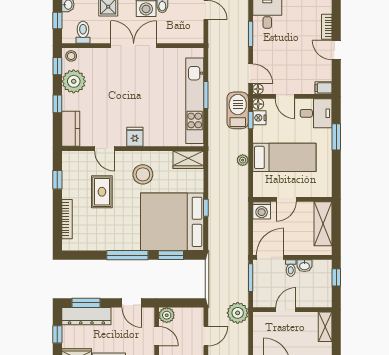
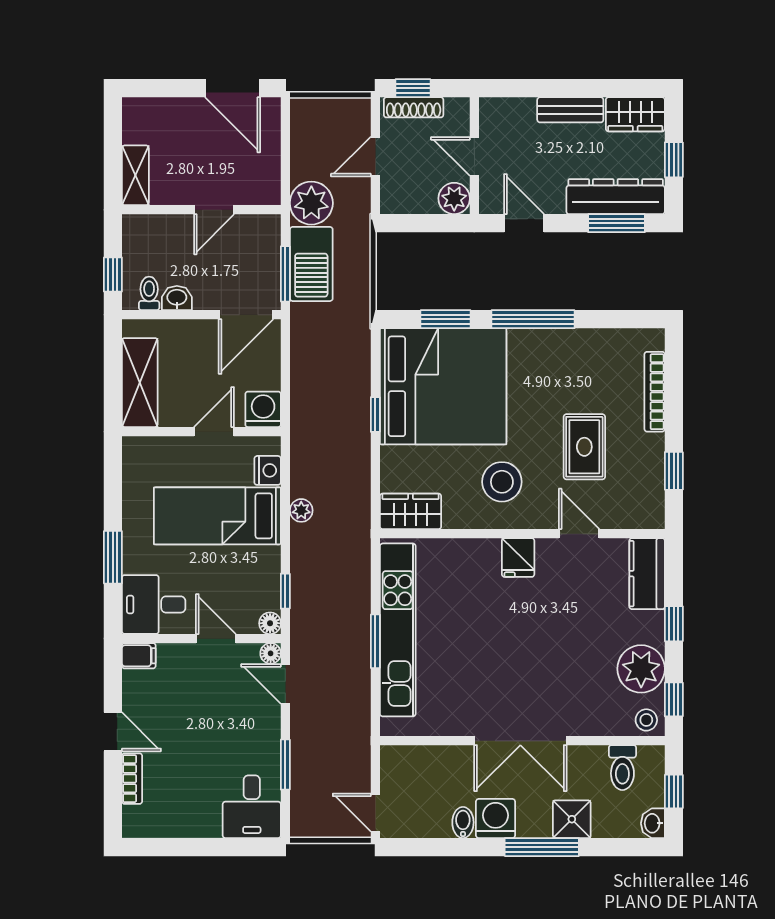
barbecue: (238, 110) -> (311, 264), moved
nightstand: (259, 118) -> (268, 470), moved
toilet: (291, 268) -> (149, 293), moved

